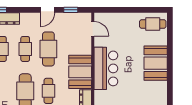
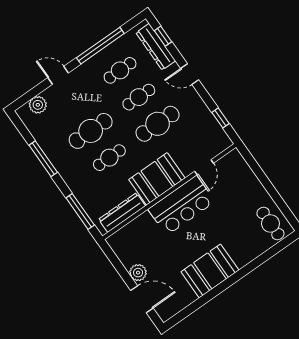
door: (48, 10) -> (190, 74), moved
door: (93, 29) -> (204, 167), moved
booth: (156, 63) -> (210, 271), moved

